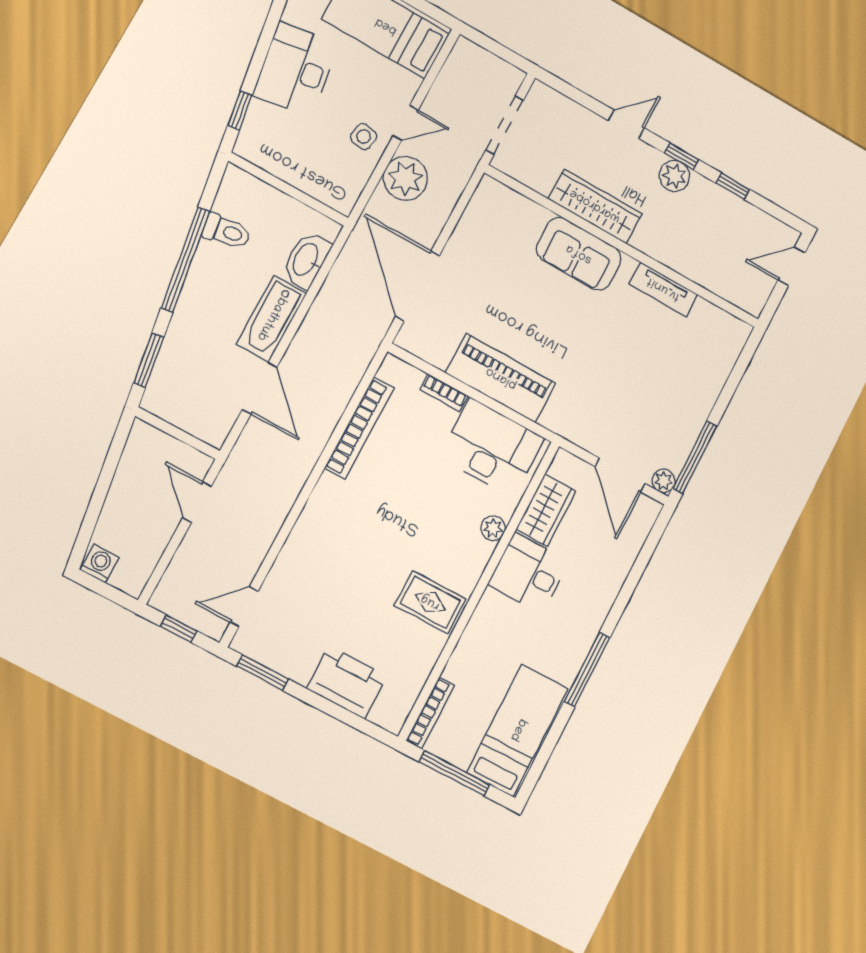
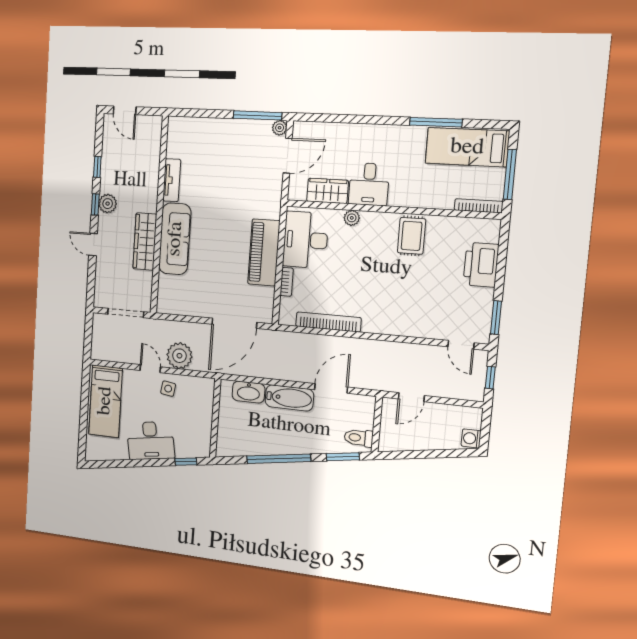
toilet: (227, 231) -> (359, 438), moved, turned -81
sofa: (579, 254) -> (175, 239), width x1.36
window: (587, 669) -> (436, 122), moved

